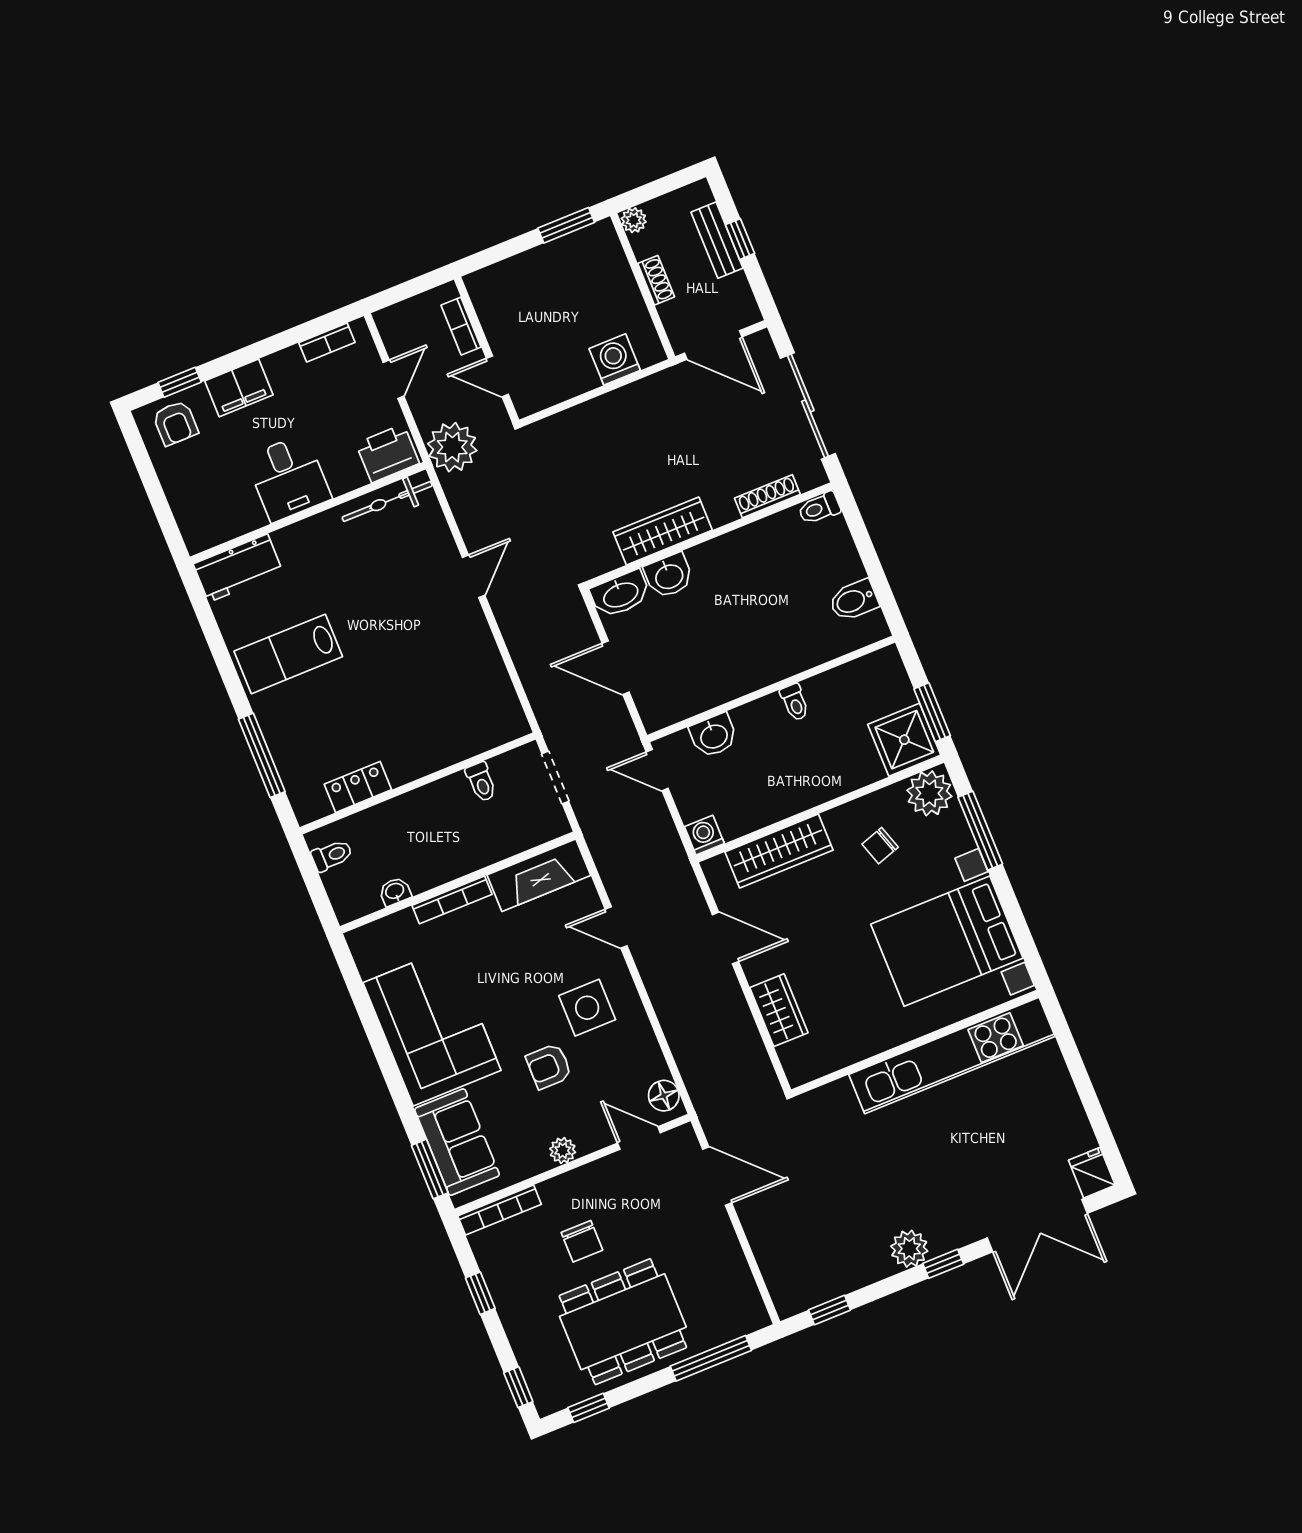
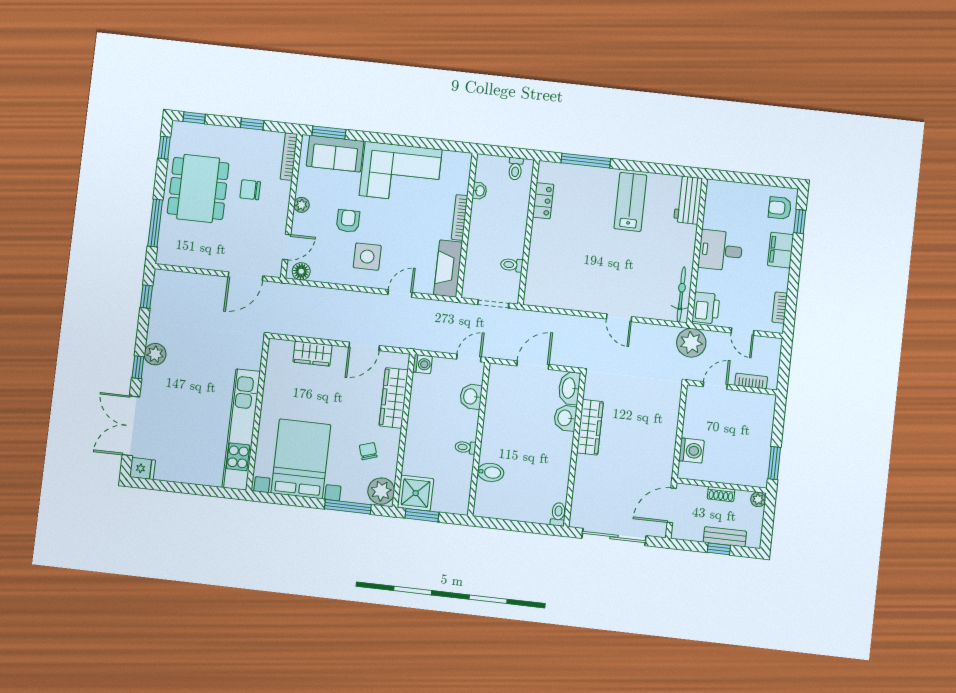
shoe rack: (767, 496) -> (579, 491), removed
bidet: (854, 600) -> (491, 472), moved, turned 90

